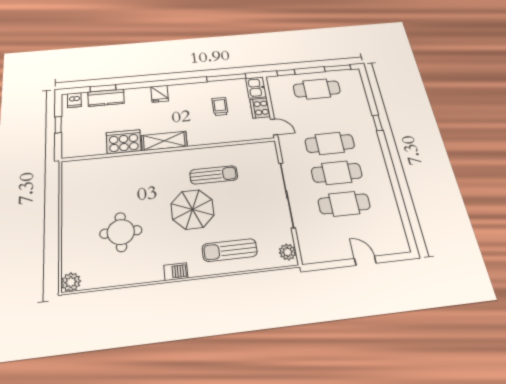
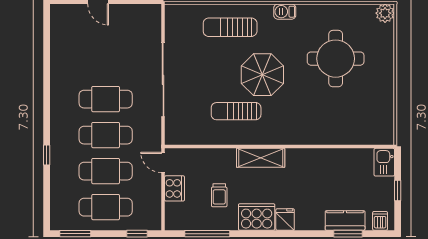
kitchen sink: (256, 88) -> (384, 162), moved, turned 180
shelving: (164, 141) -> (261, 158), moved
cooker: (124, 142) -> (257, 217), moved, turned 180
cafe table: (344, 204) -> (106, 171), moved
round table: (121, 232) -> (336, 59), width x1.36, depth x1.36
sun lounger: (230, 250) -> (230, 27), turned 180
plant: (288, 252) -> (173, 19), removed

